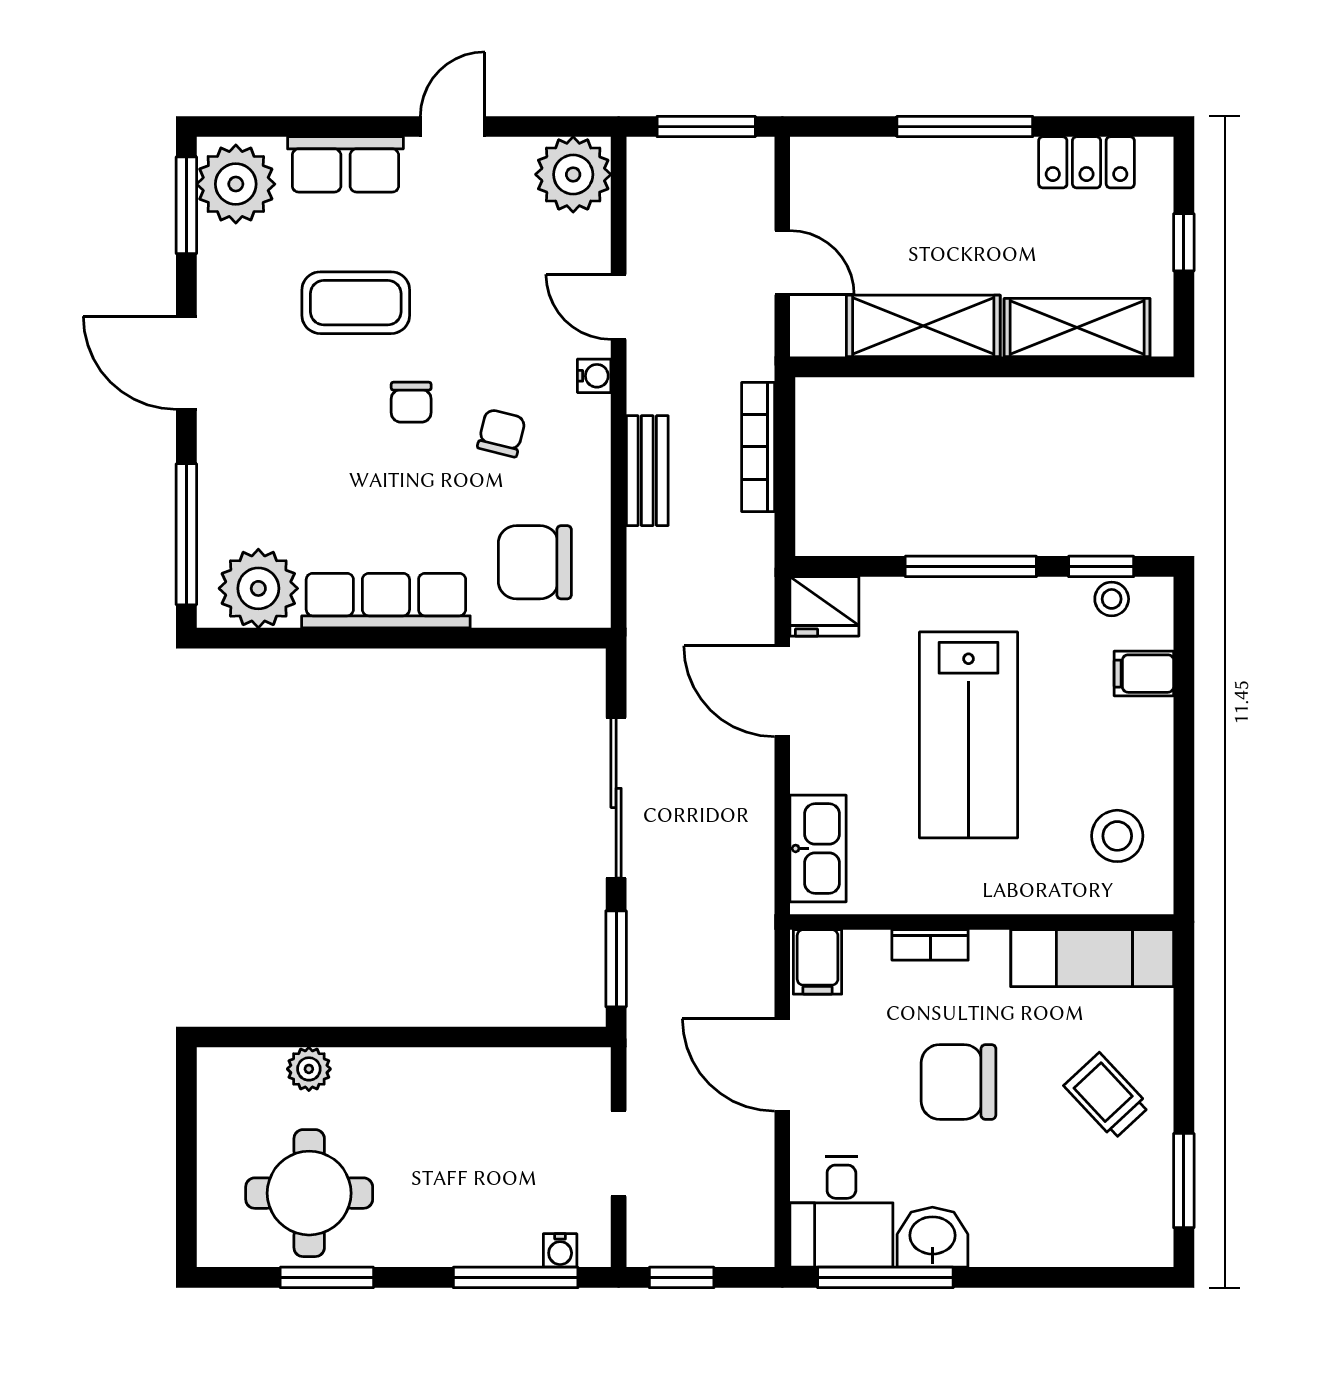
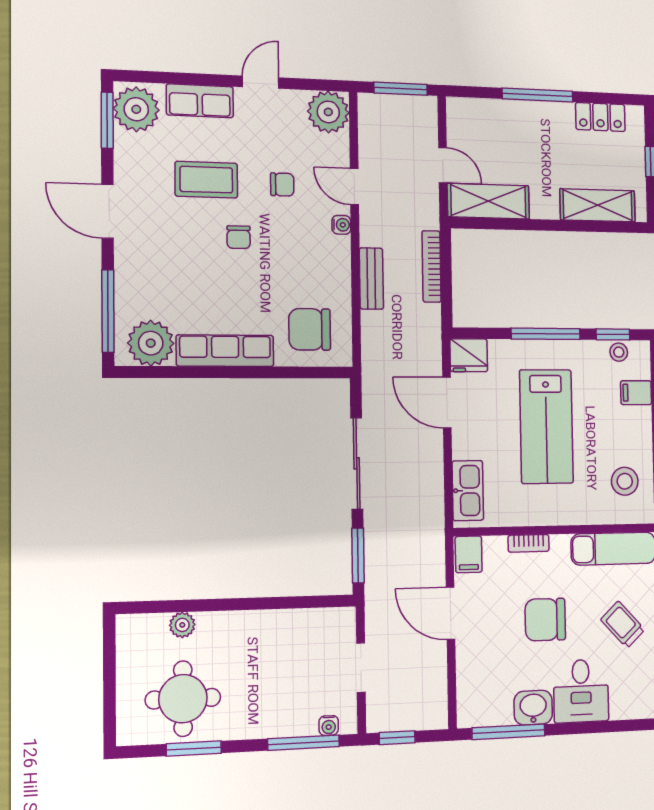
shelving: (923, 326) -> (488, 201), moved
chair: (501, 433) -> (282, 184), moved, turned 76
desk: (841, 1212) -> (581, 691), moved

